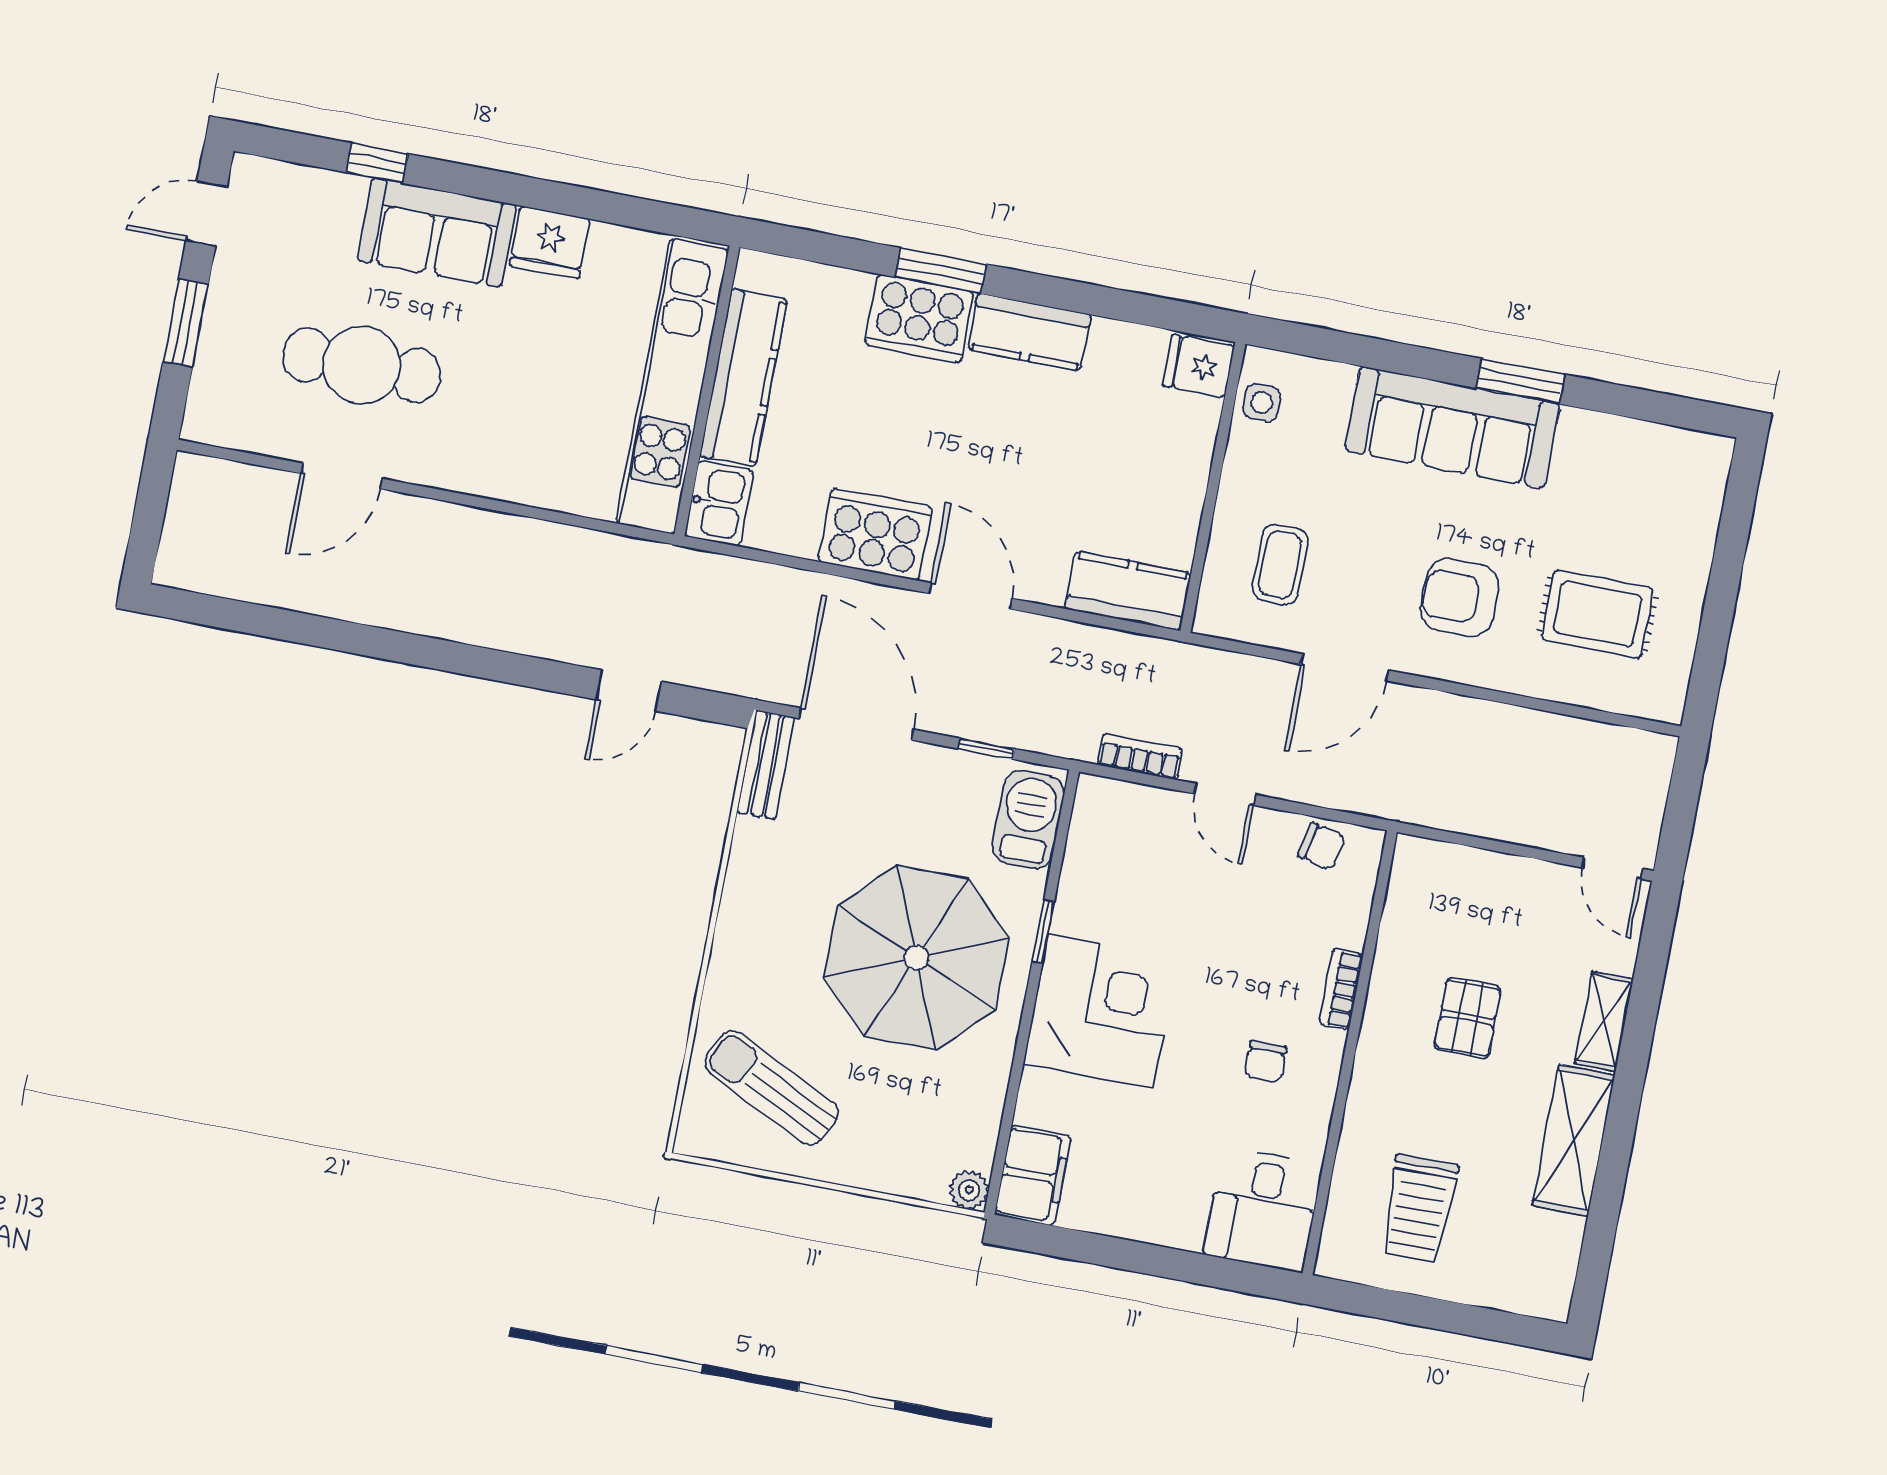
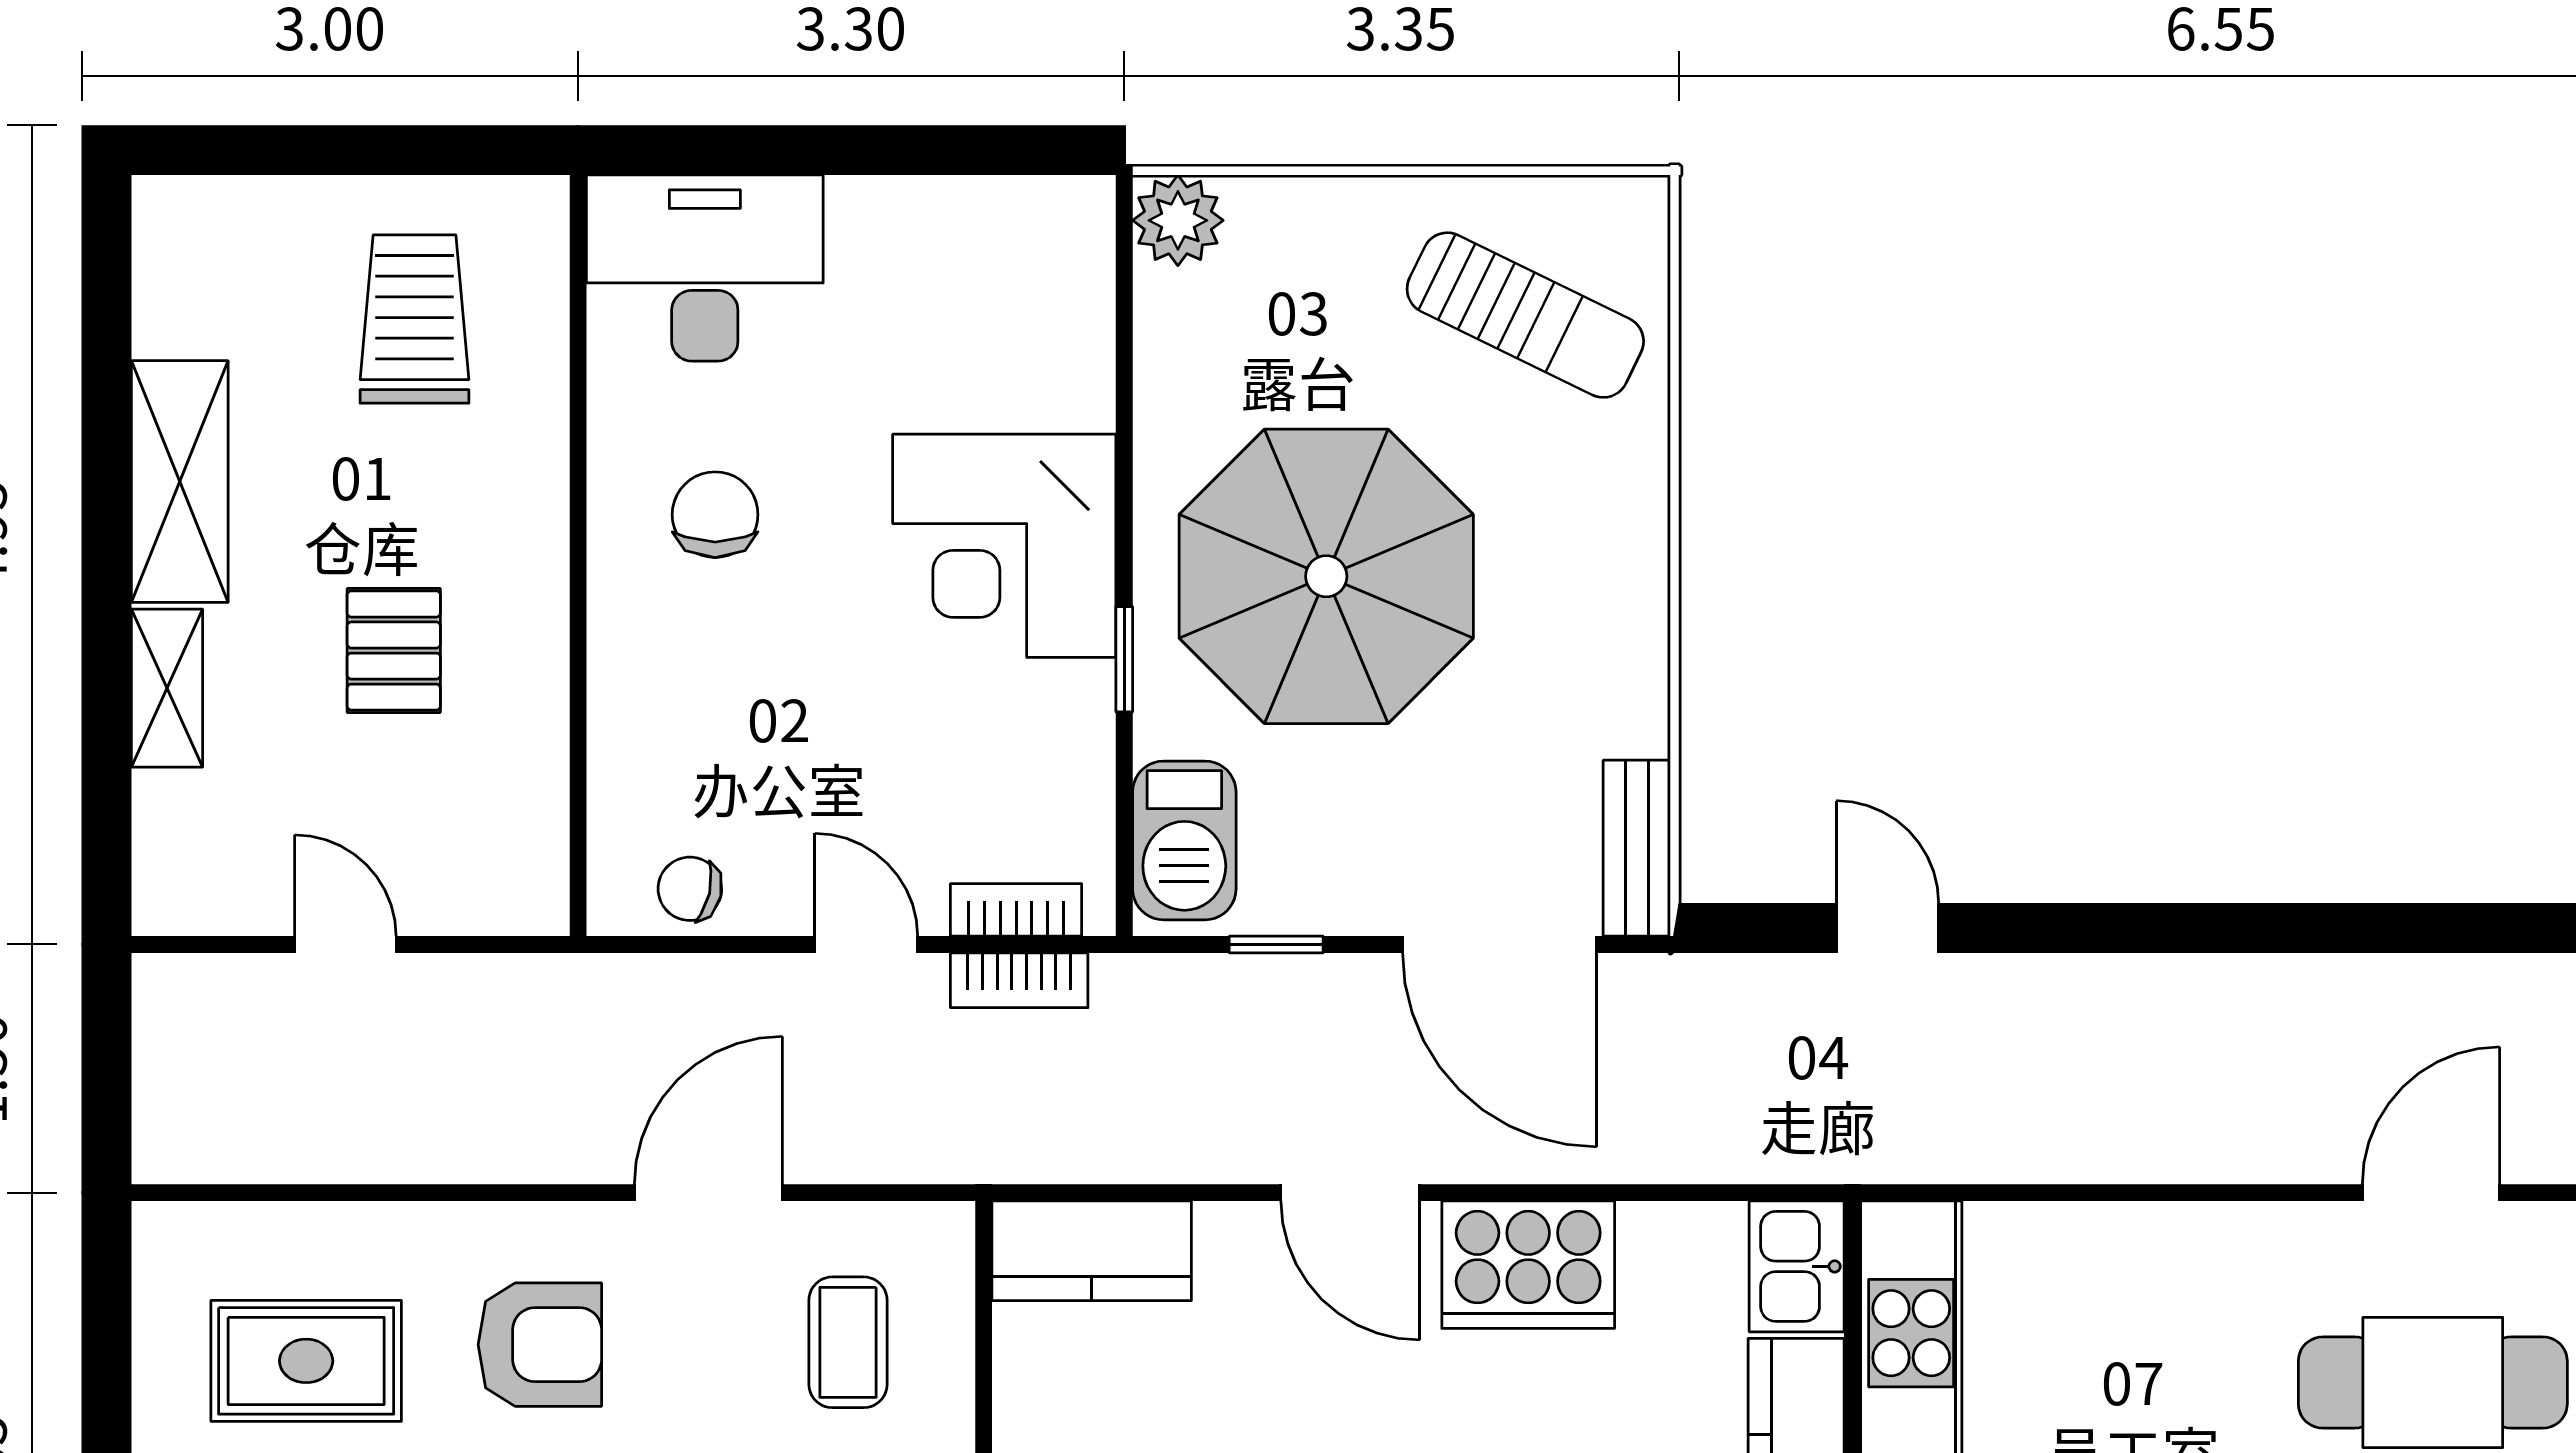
door: (629, 691) -> (1887, 928), hinge flipped
door: (1612, 868) -> (345, 944), moved
bookcase: (1341, 989) -> (1016, 910), moved, turned -90
chair: (1265, 1061) -> (715, 515), width x1.37, depth x1.37
filing cabinet: (1033, 1175) -> (1064, 252), removed
plant: (969, 1190) -> (1178, 220), width x1.38, depth x1.38
desk: (1263, 1210) -> (705, 268), width x1.37

